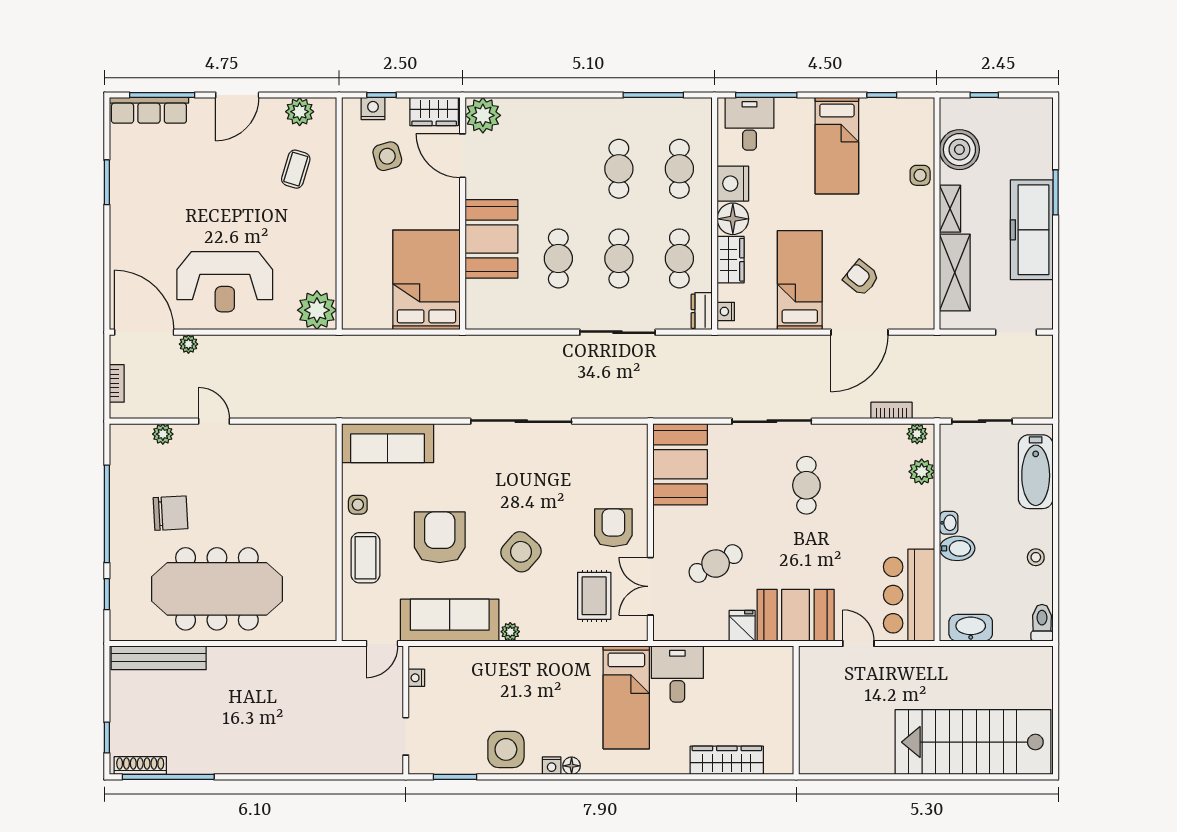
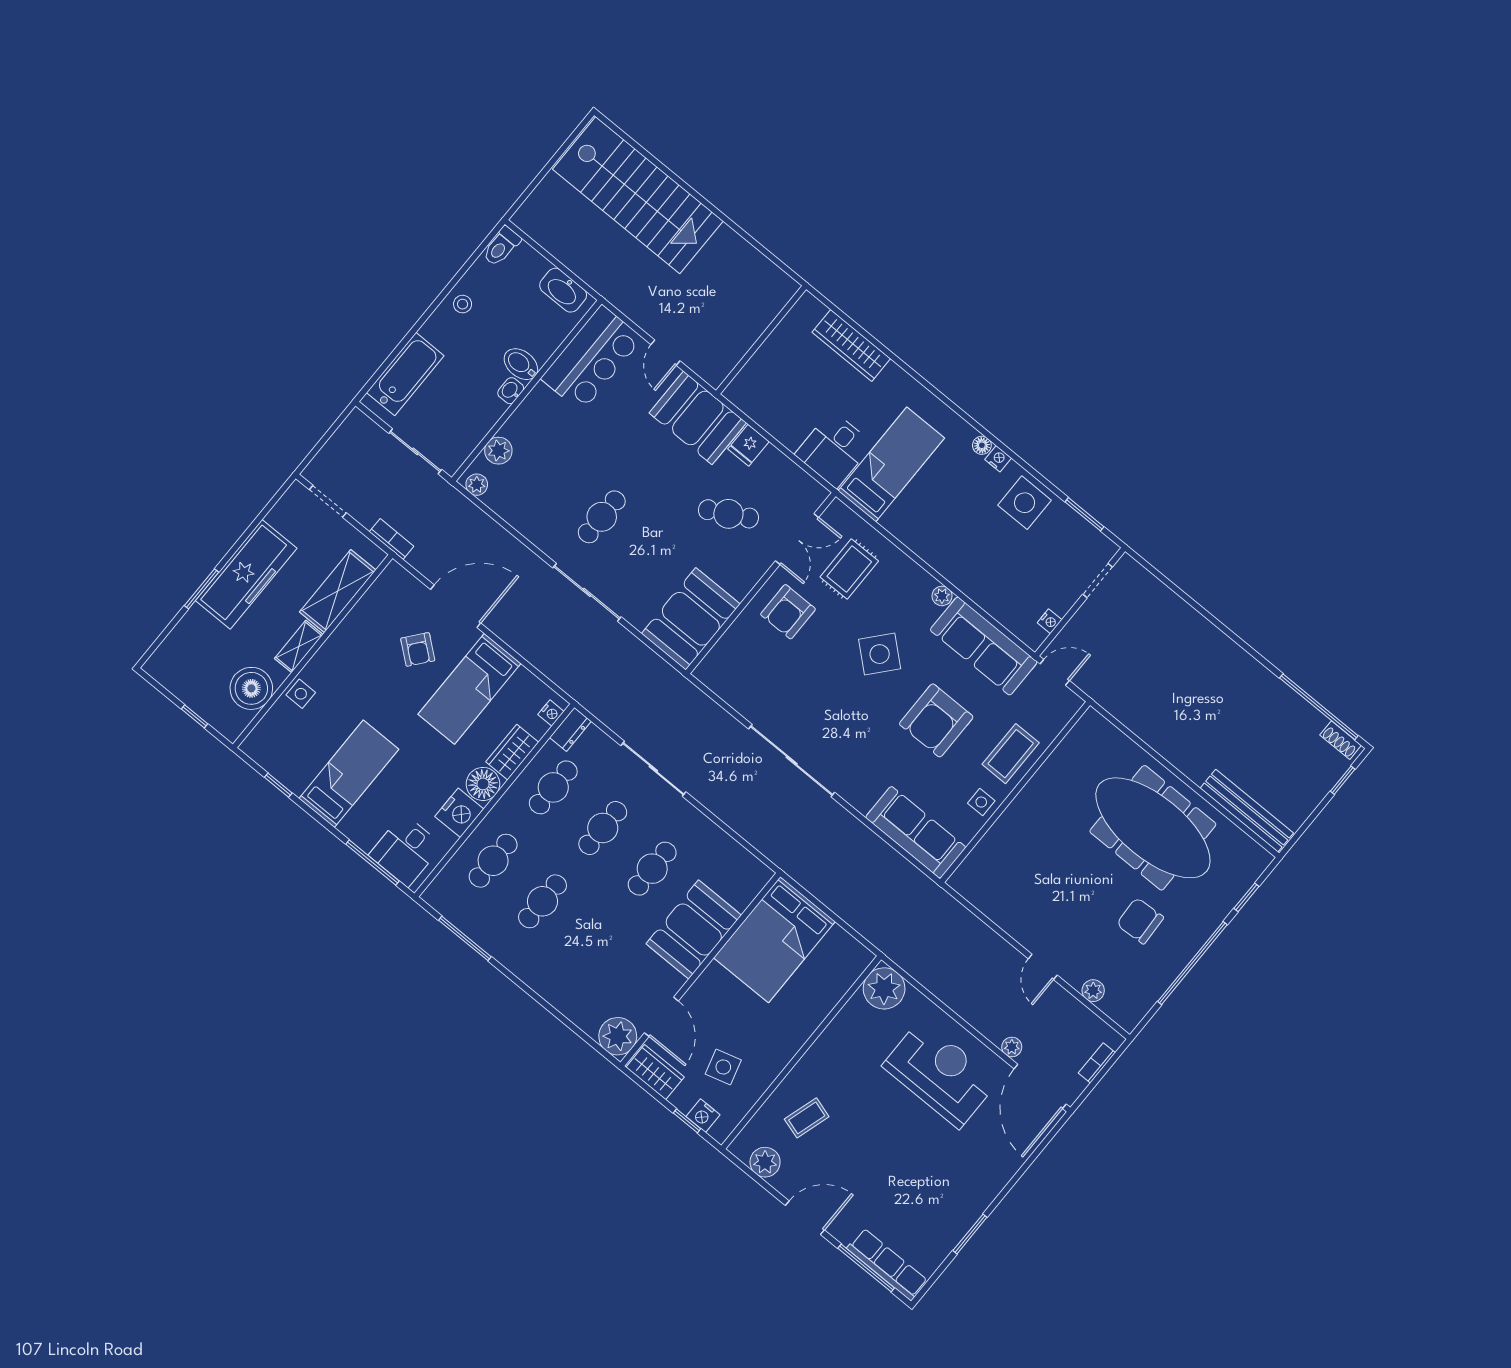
bookcase: (891, 410) -> (392, 539), moved, turned 180
shoe rack: (140, 766) -> (1341, 740), width x0.70

